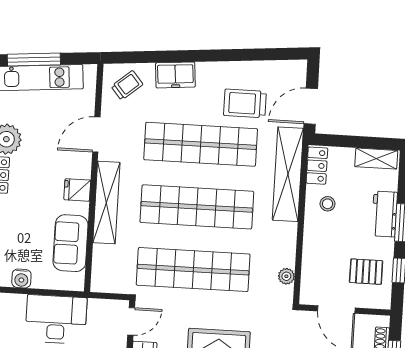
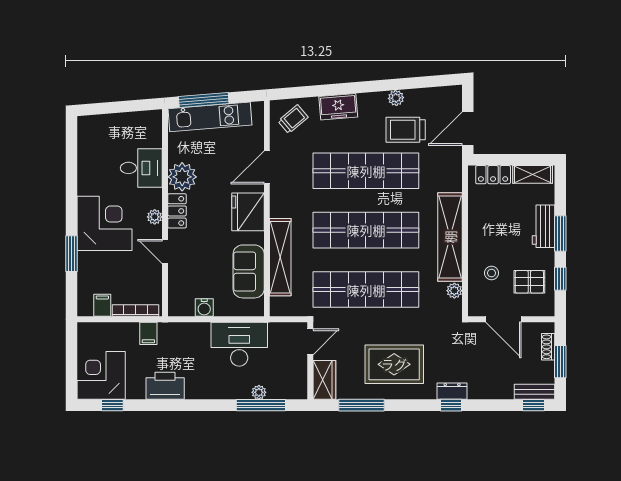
plant: (237, 69) -> (396, 98), added
locker: (317, 166) -> (493, 175), moved, turned 90
shelving: (288, 174) -> (450, 237), moved
fridge: (77, 190) -> (248, 212), width x1.88, depth x1.34
shelving: (106, 202) -> (280, 257), moved
stool: (328, 204) -> (491, 273), moved

